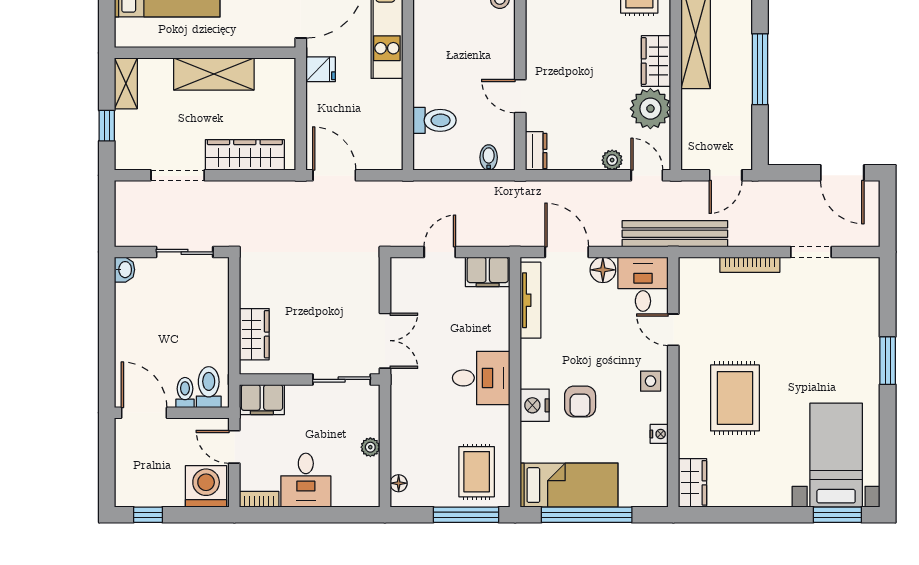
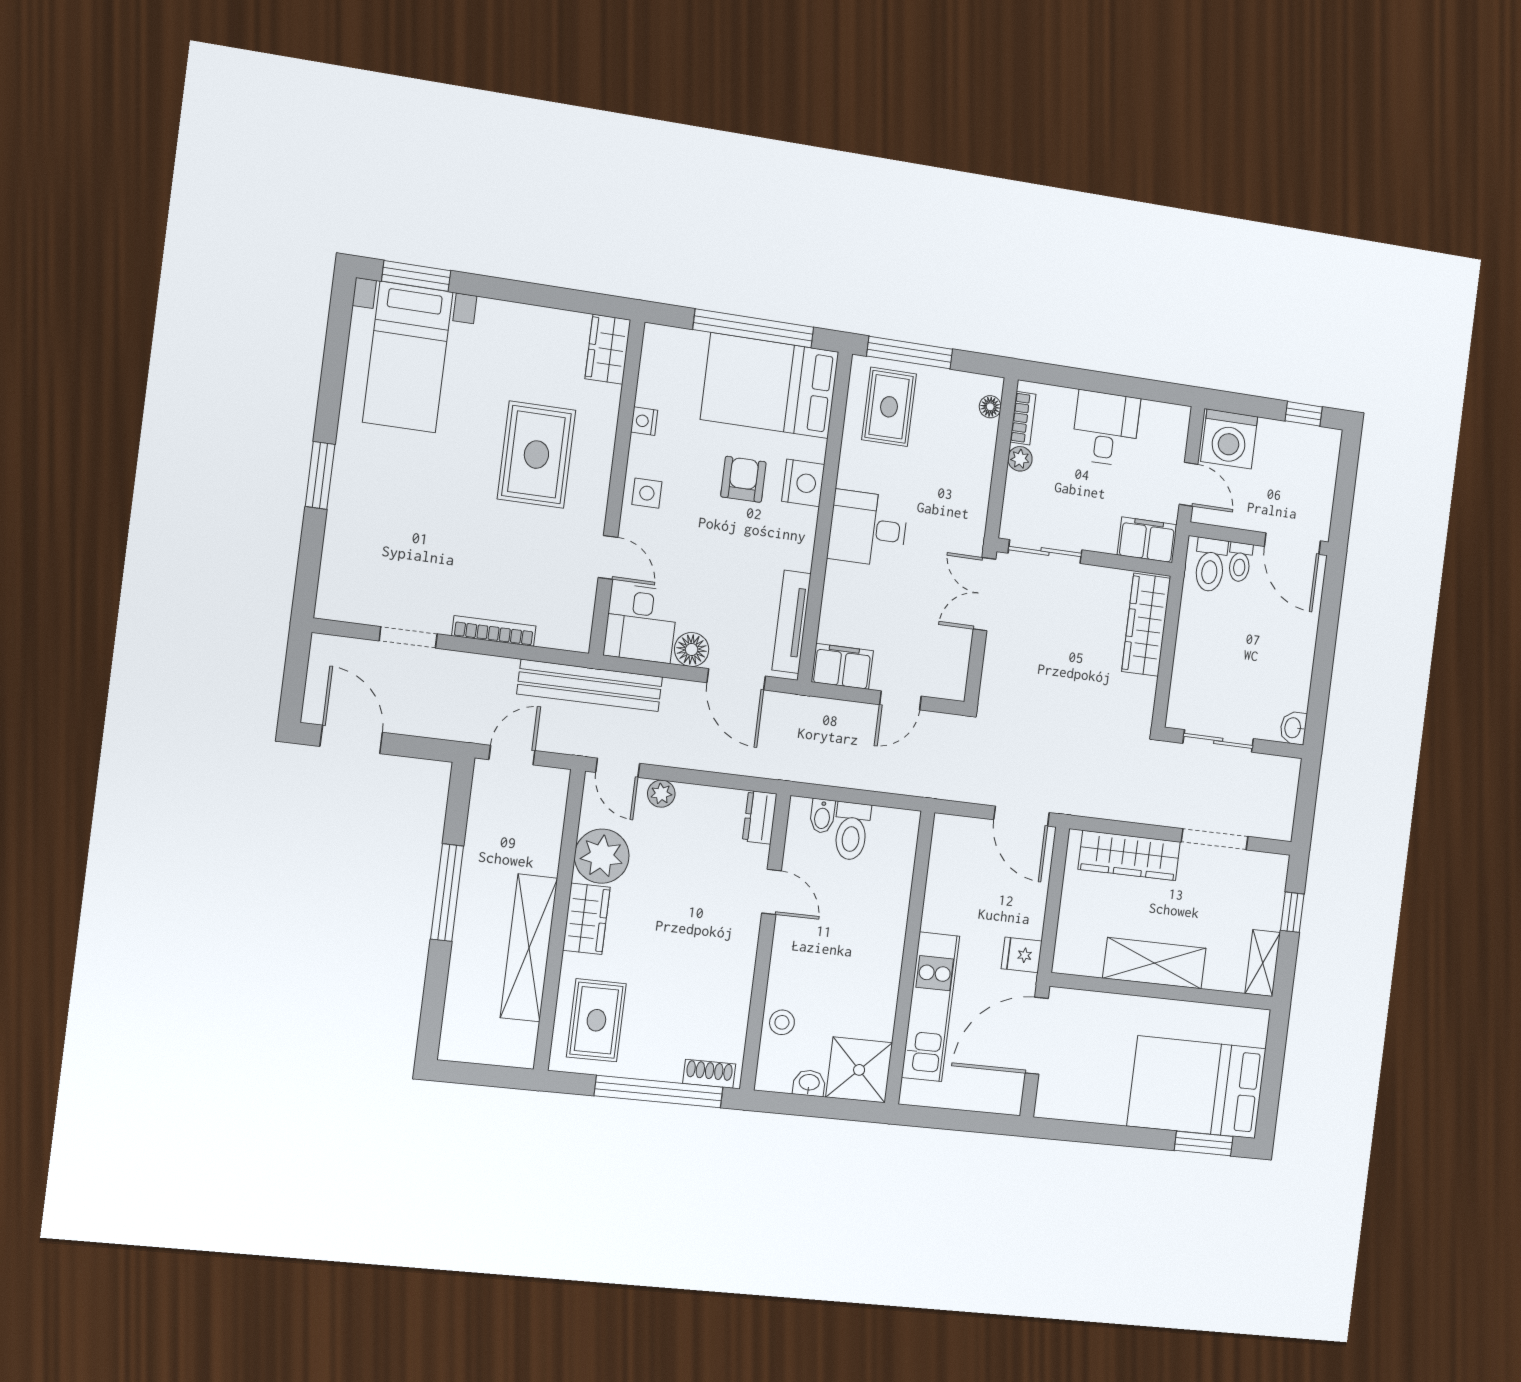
toilet: (435, 120) -> (852, 831), moved, turned -90
wardrobe: (254, 334) -> (1146, 625), width x1.50
bed: (569, 485) -> (770, 386), width x1.50
bookcase: (259, 499) -> (1023, 418), moved, turned -90

